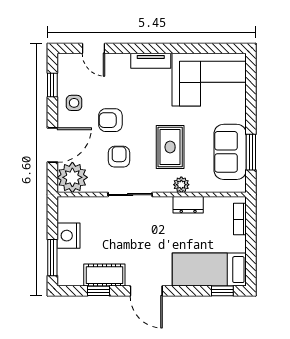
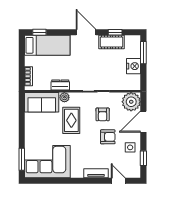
tv unit: (151, 61) -> (96, 173), moved
sofa: (230, 152) -> (42, 102), moved, turned 90
window: (251, 152) -> (22, 159), moved

